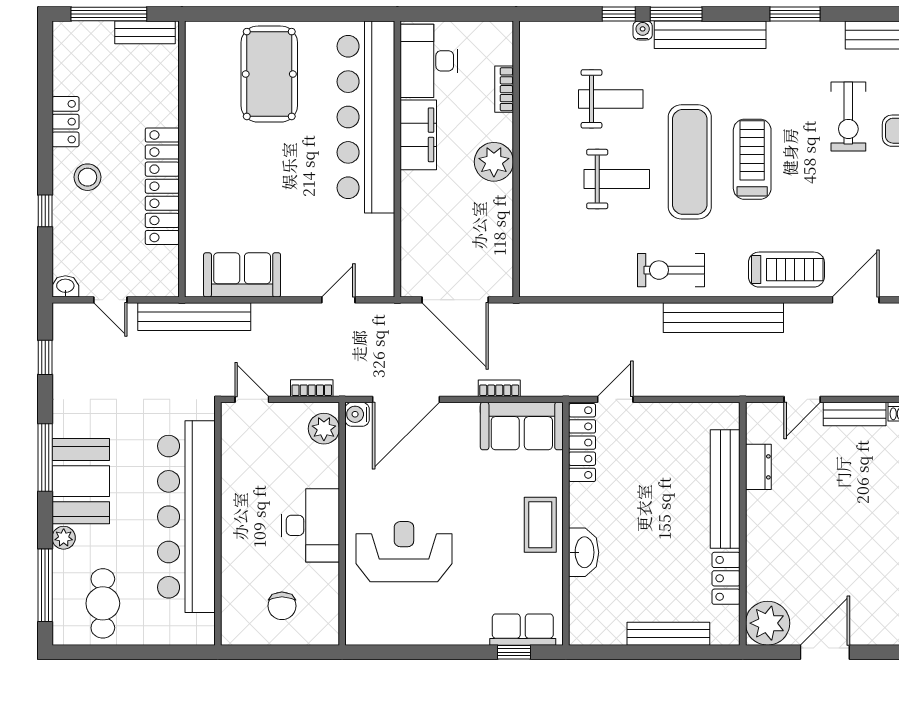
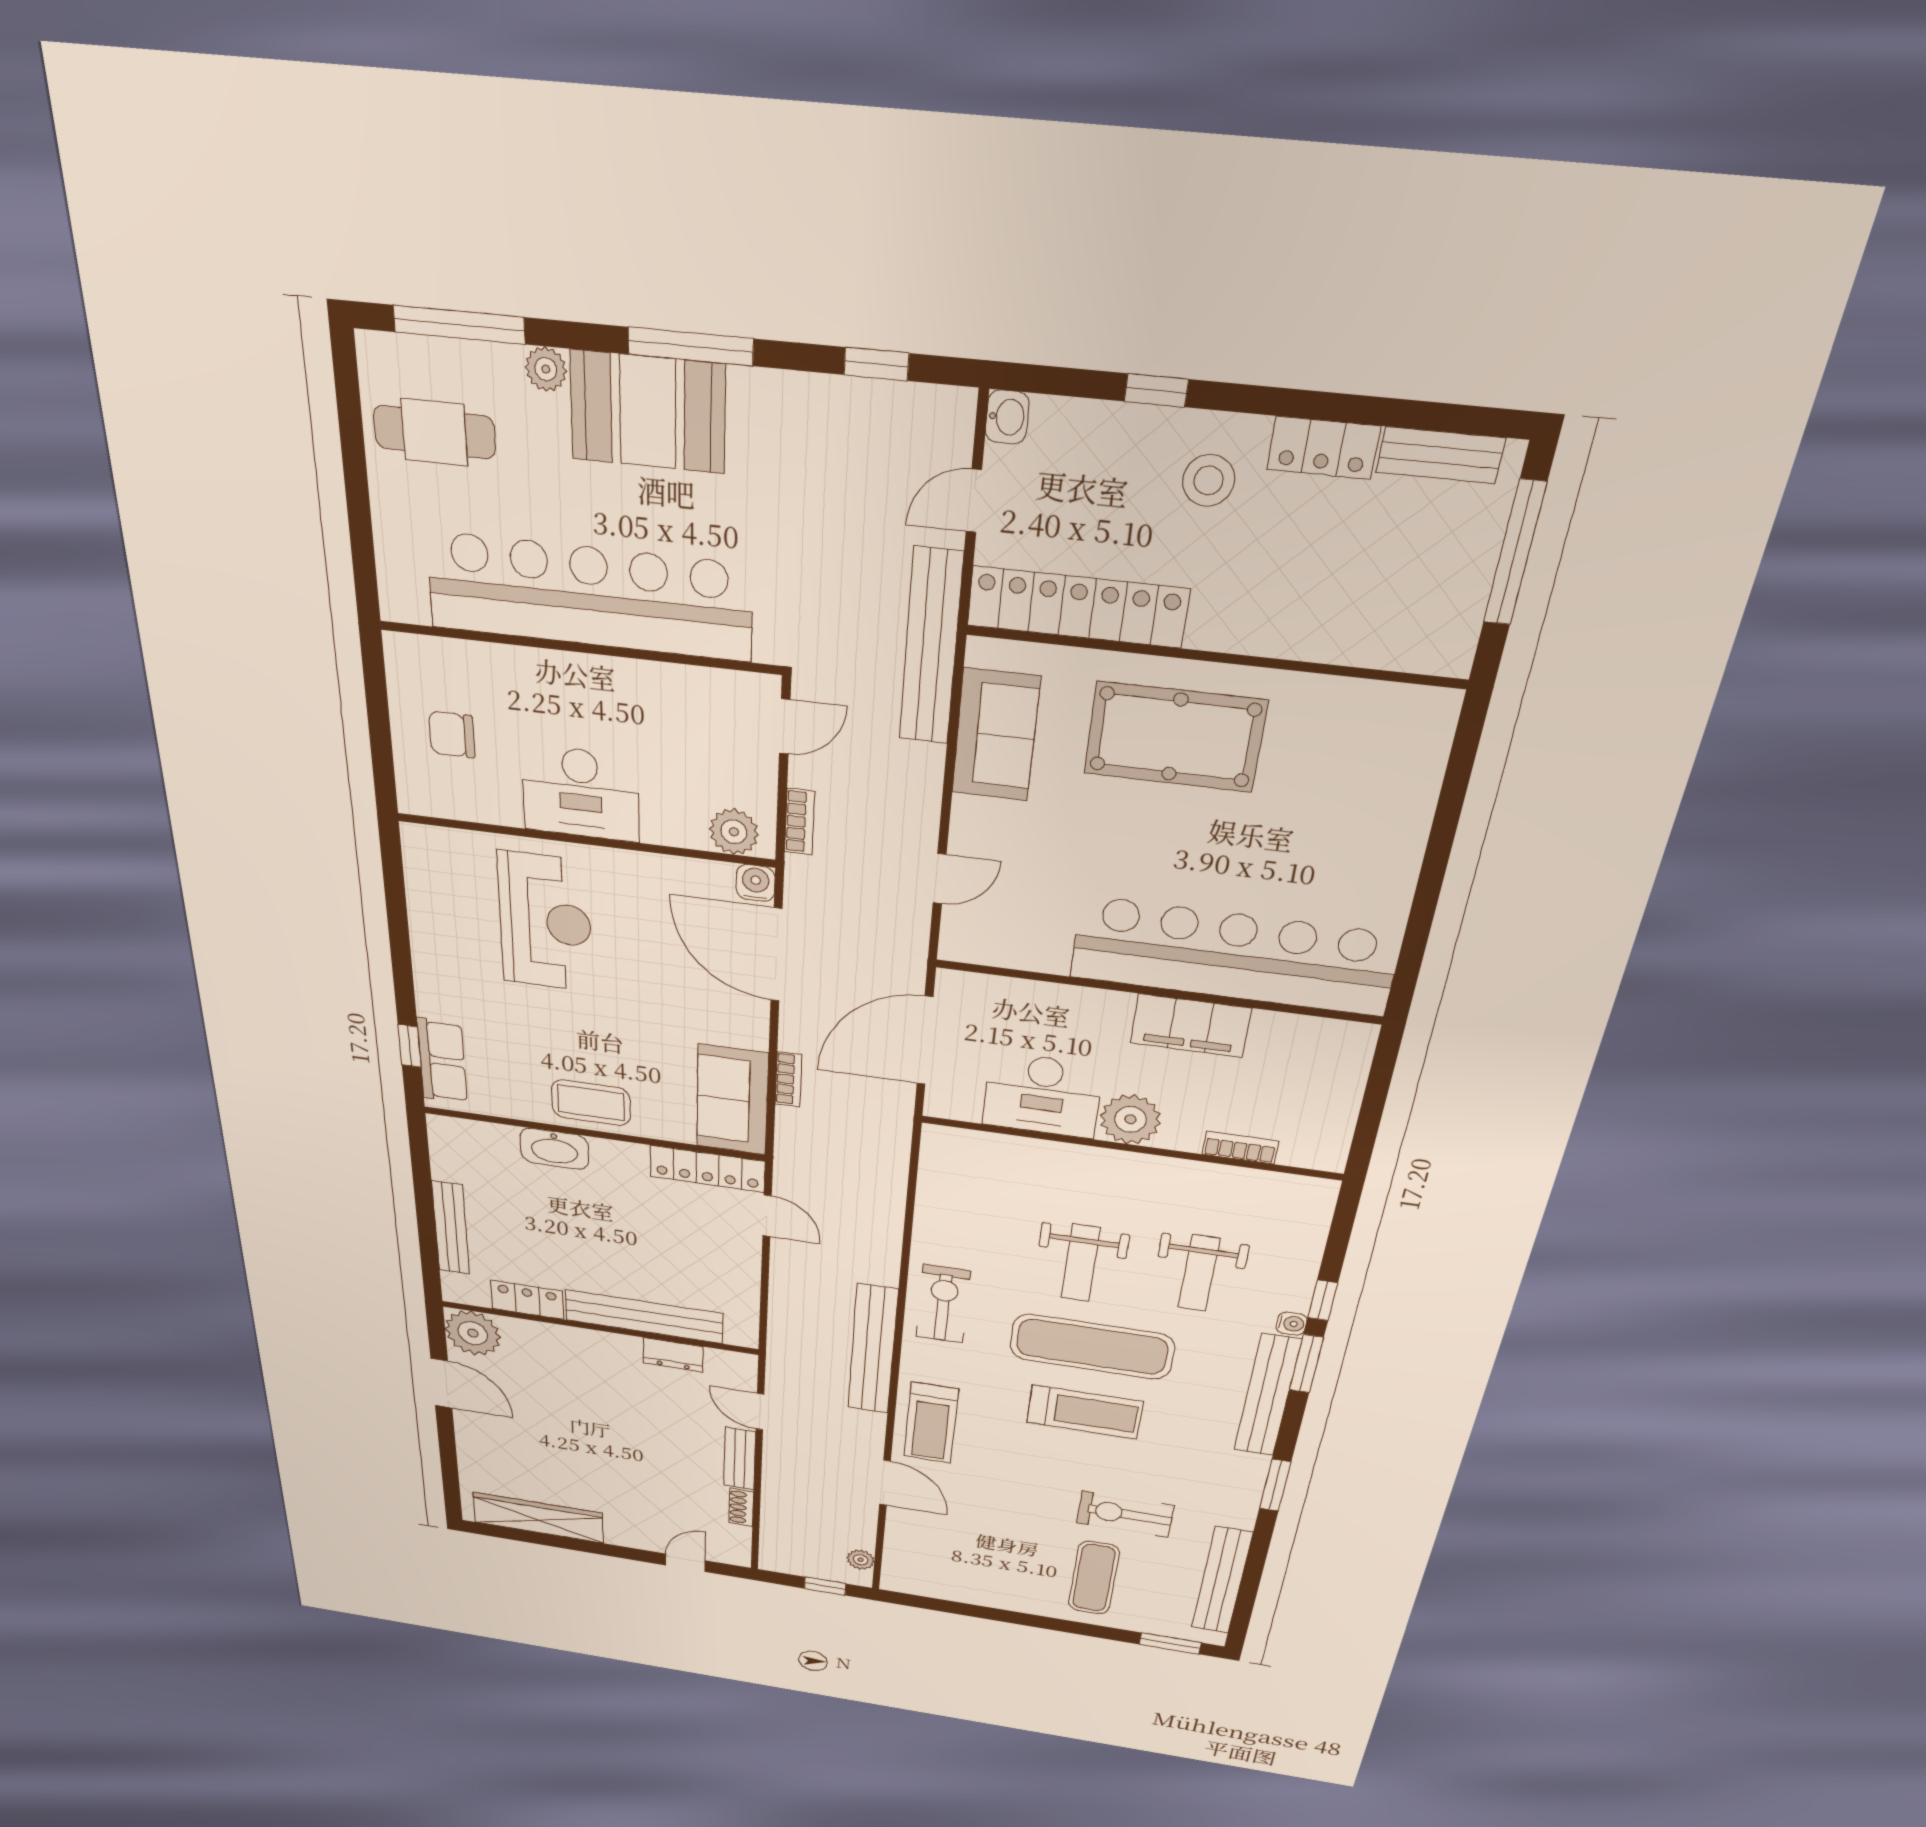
bench: (145, 32) -> (1440, 455), moved, turned 90
desk: (429, 61) -> (1042, 1095), moved, turned 180
pool table: (269, 74) -> (1175, 737), moved
locker: (162, 186) -> (1077, 607), moved
door: (338, 300) -> (940, 879), hinge flipped

